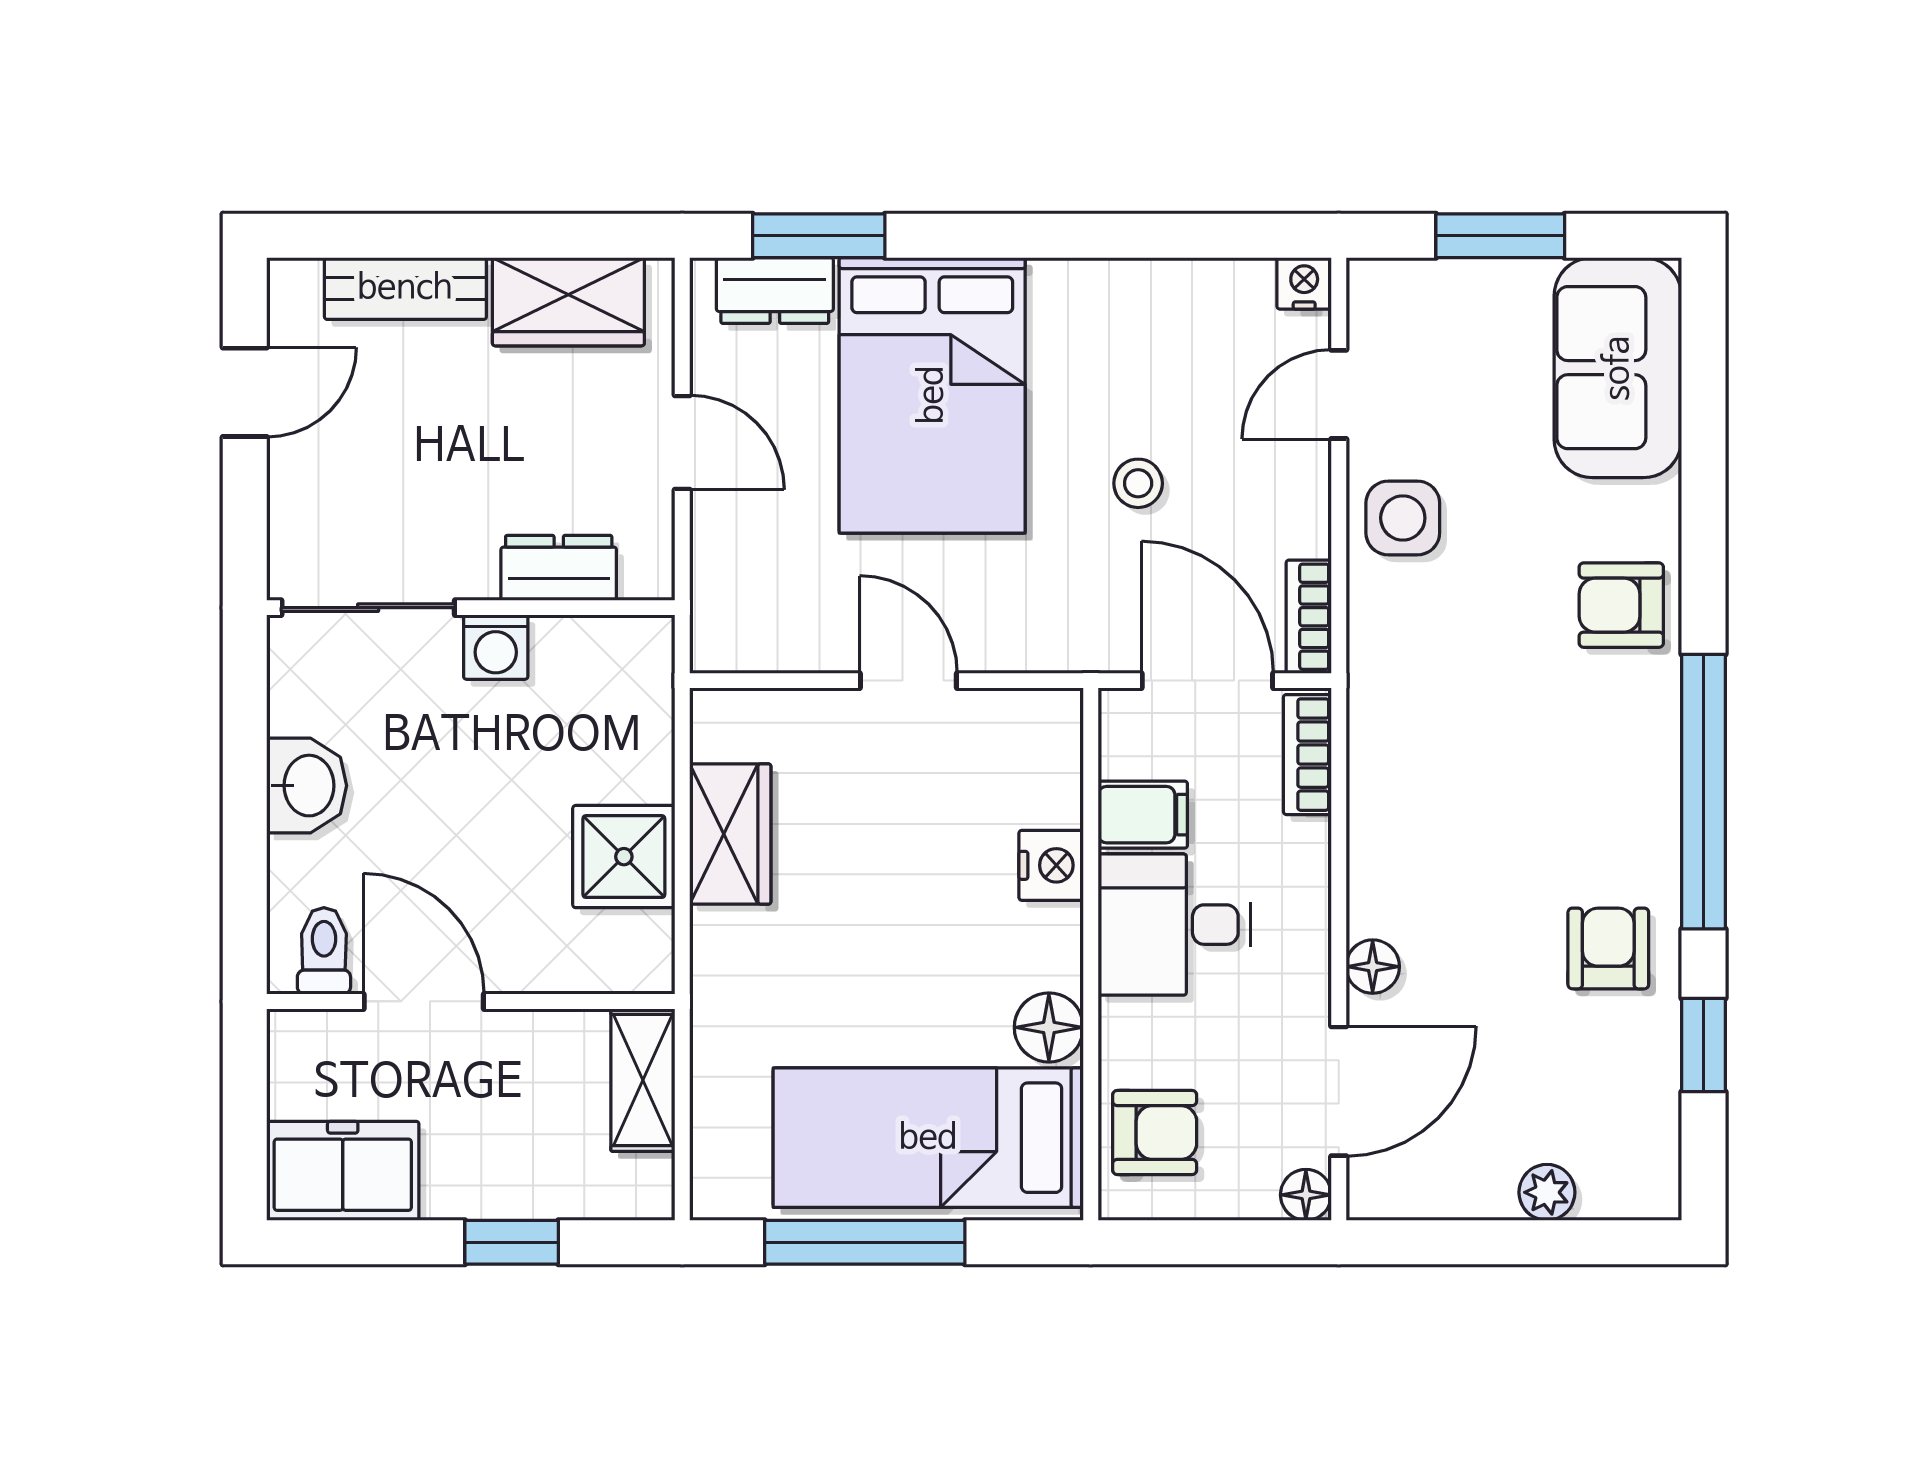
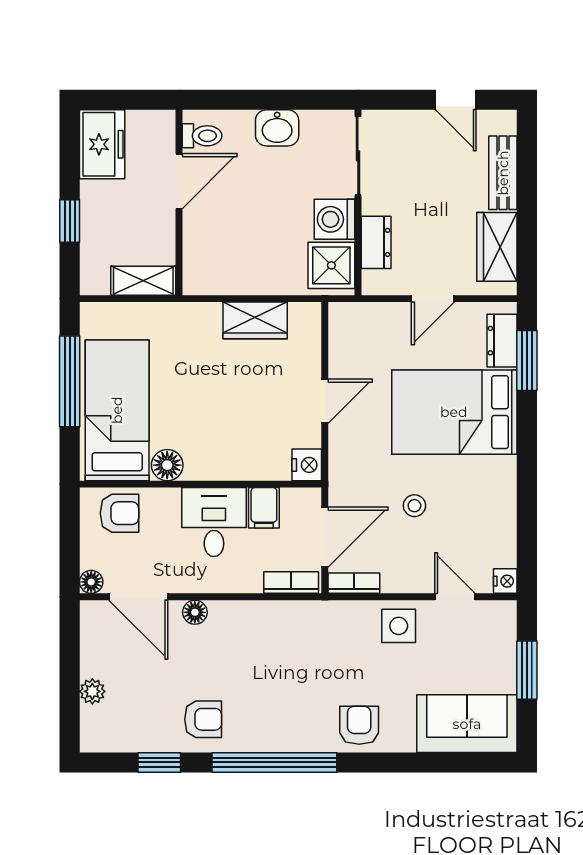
washing machine: (496, 647) -> (334, 219), width x1.38, depth x1.38
shower: (624, 857) -> (331, 265), moved
nightstand: (1051, 865) -> (307, 465), moved, turned -90
armchair: (1155, 1132) -> (119, 513), turned -90

